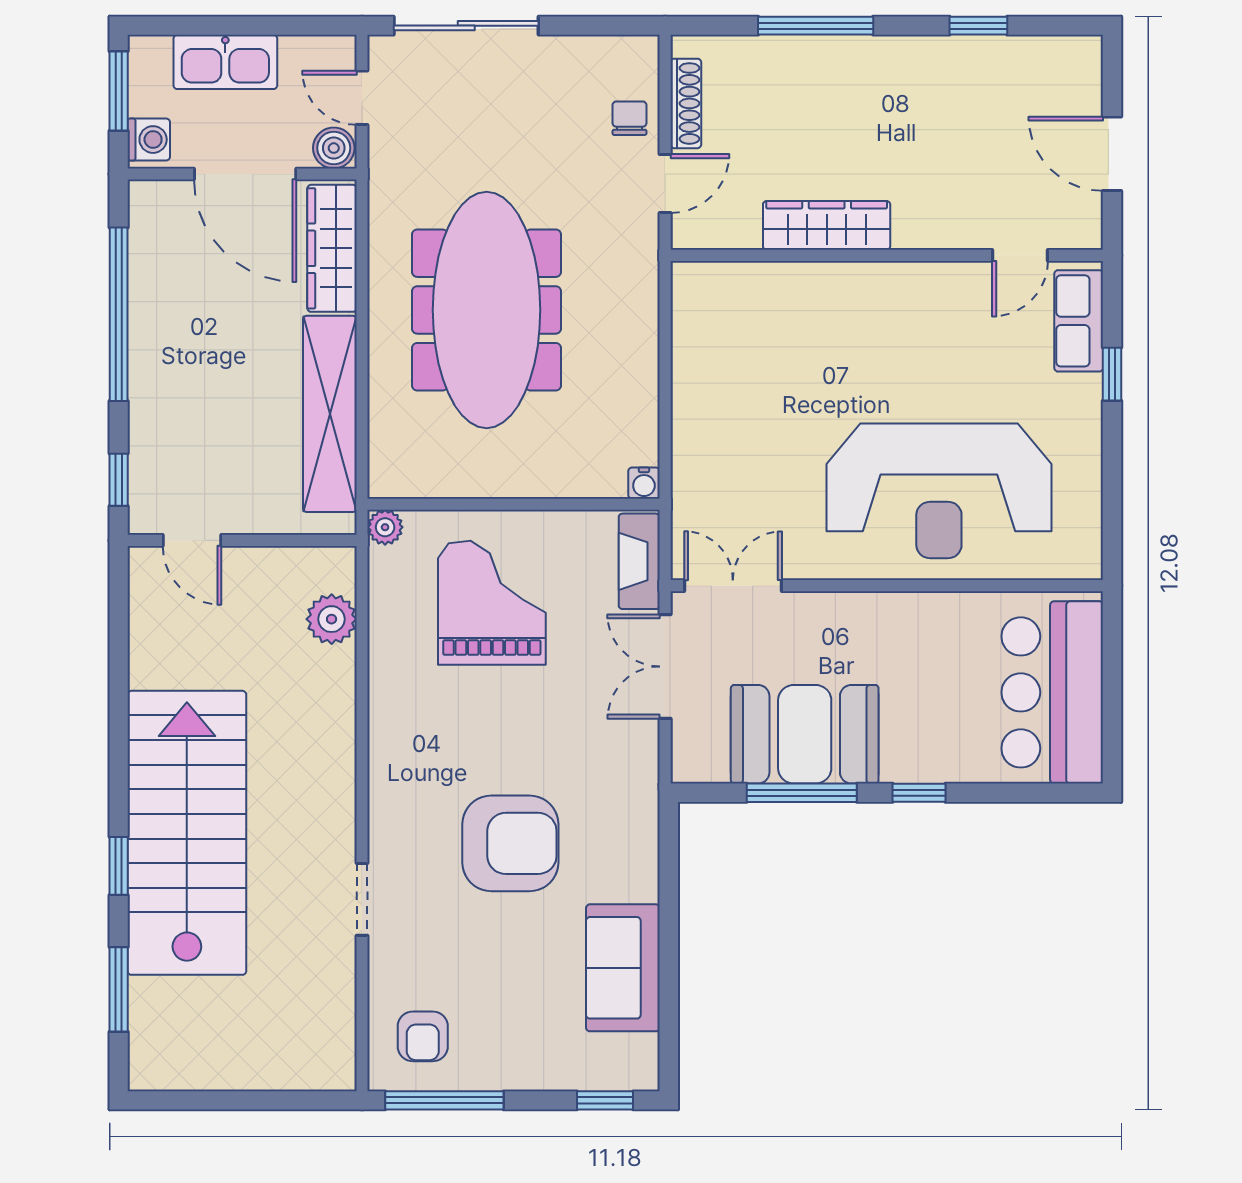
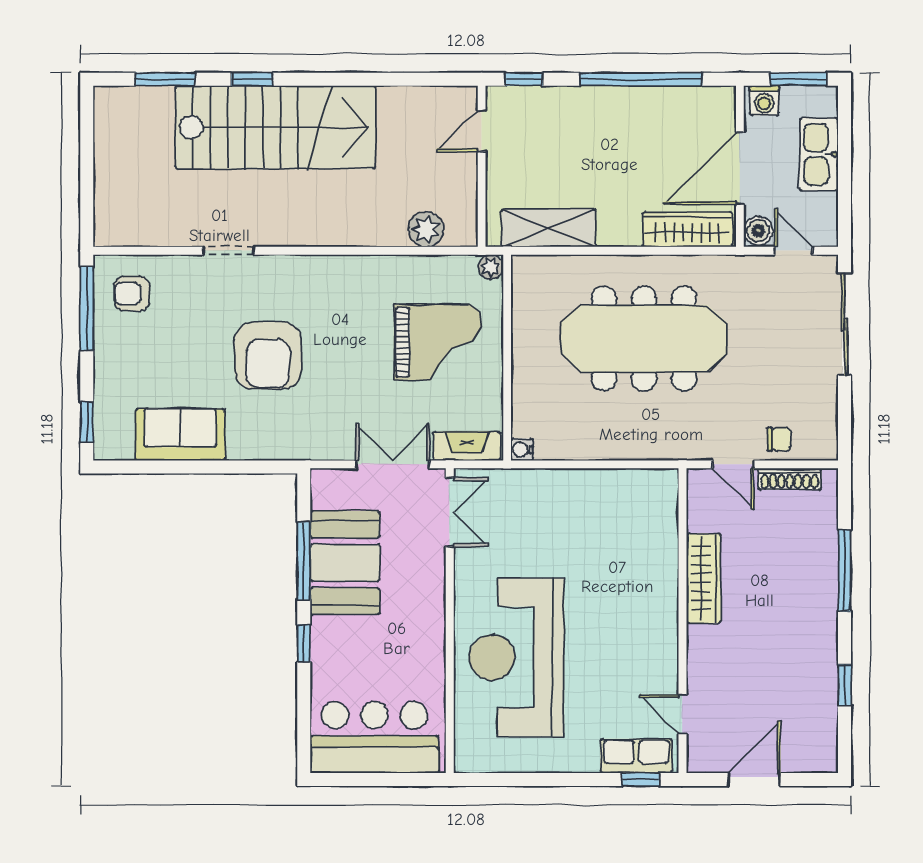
door: (362, 98) -> (794, 251), hinge flipped
window: (1112, 374) -> (640, 779), moved
shelving: (330, 414) -> (549, 228), width x0.68

